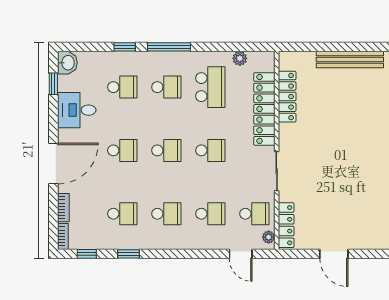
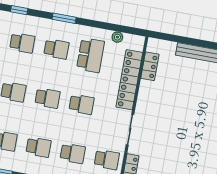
window: (125, 47) -> (19, 10), moved
window: (169, 47) -> (64, 18), width x0.69
locker: (287, 97) -> (150, 66), width x0.66

